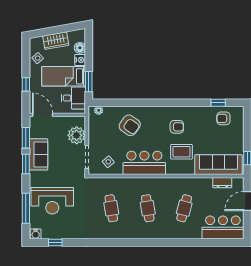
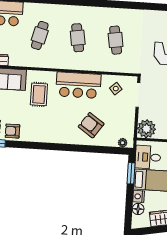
armchair: (177, 127) -> (12, 131), moved
plant: (77, 135) -> (146, 129), moved
rug: (181, 152) -> (39, 94), turned 90

